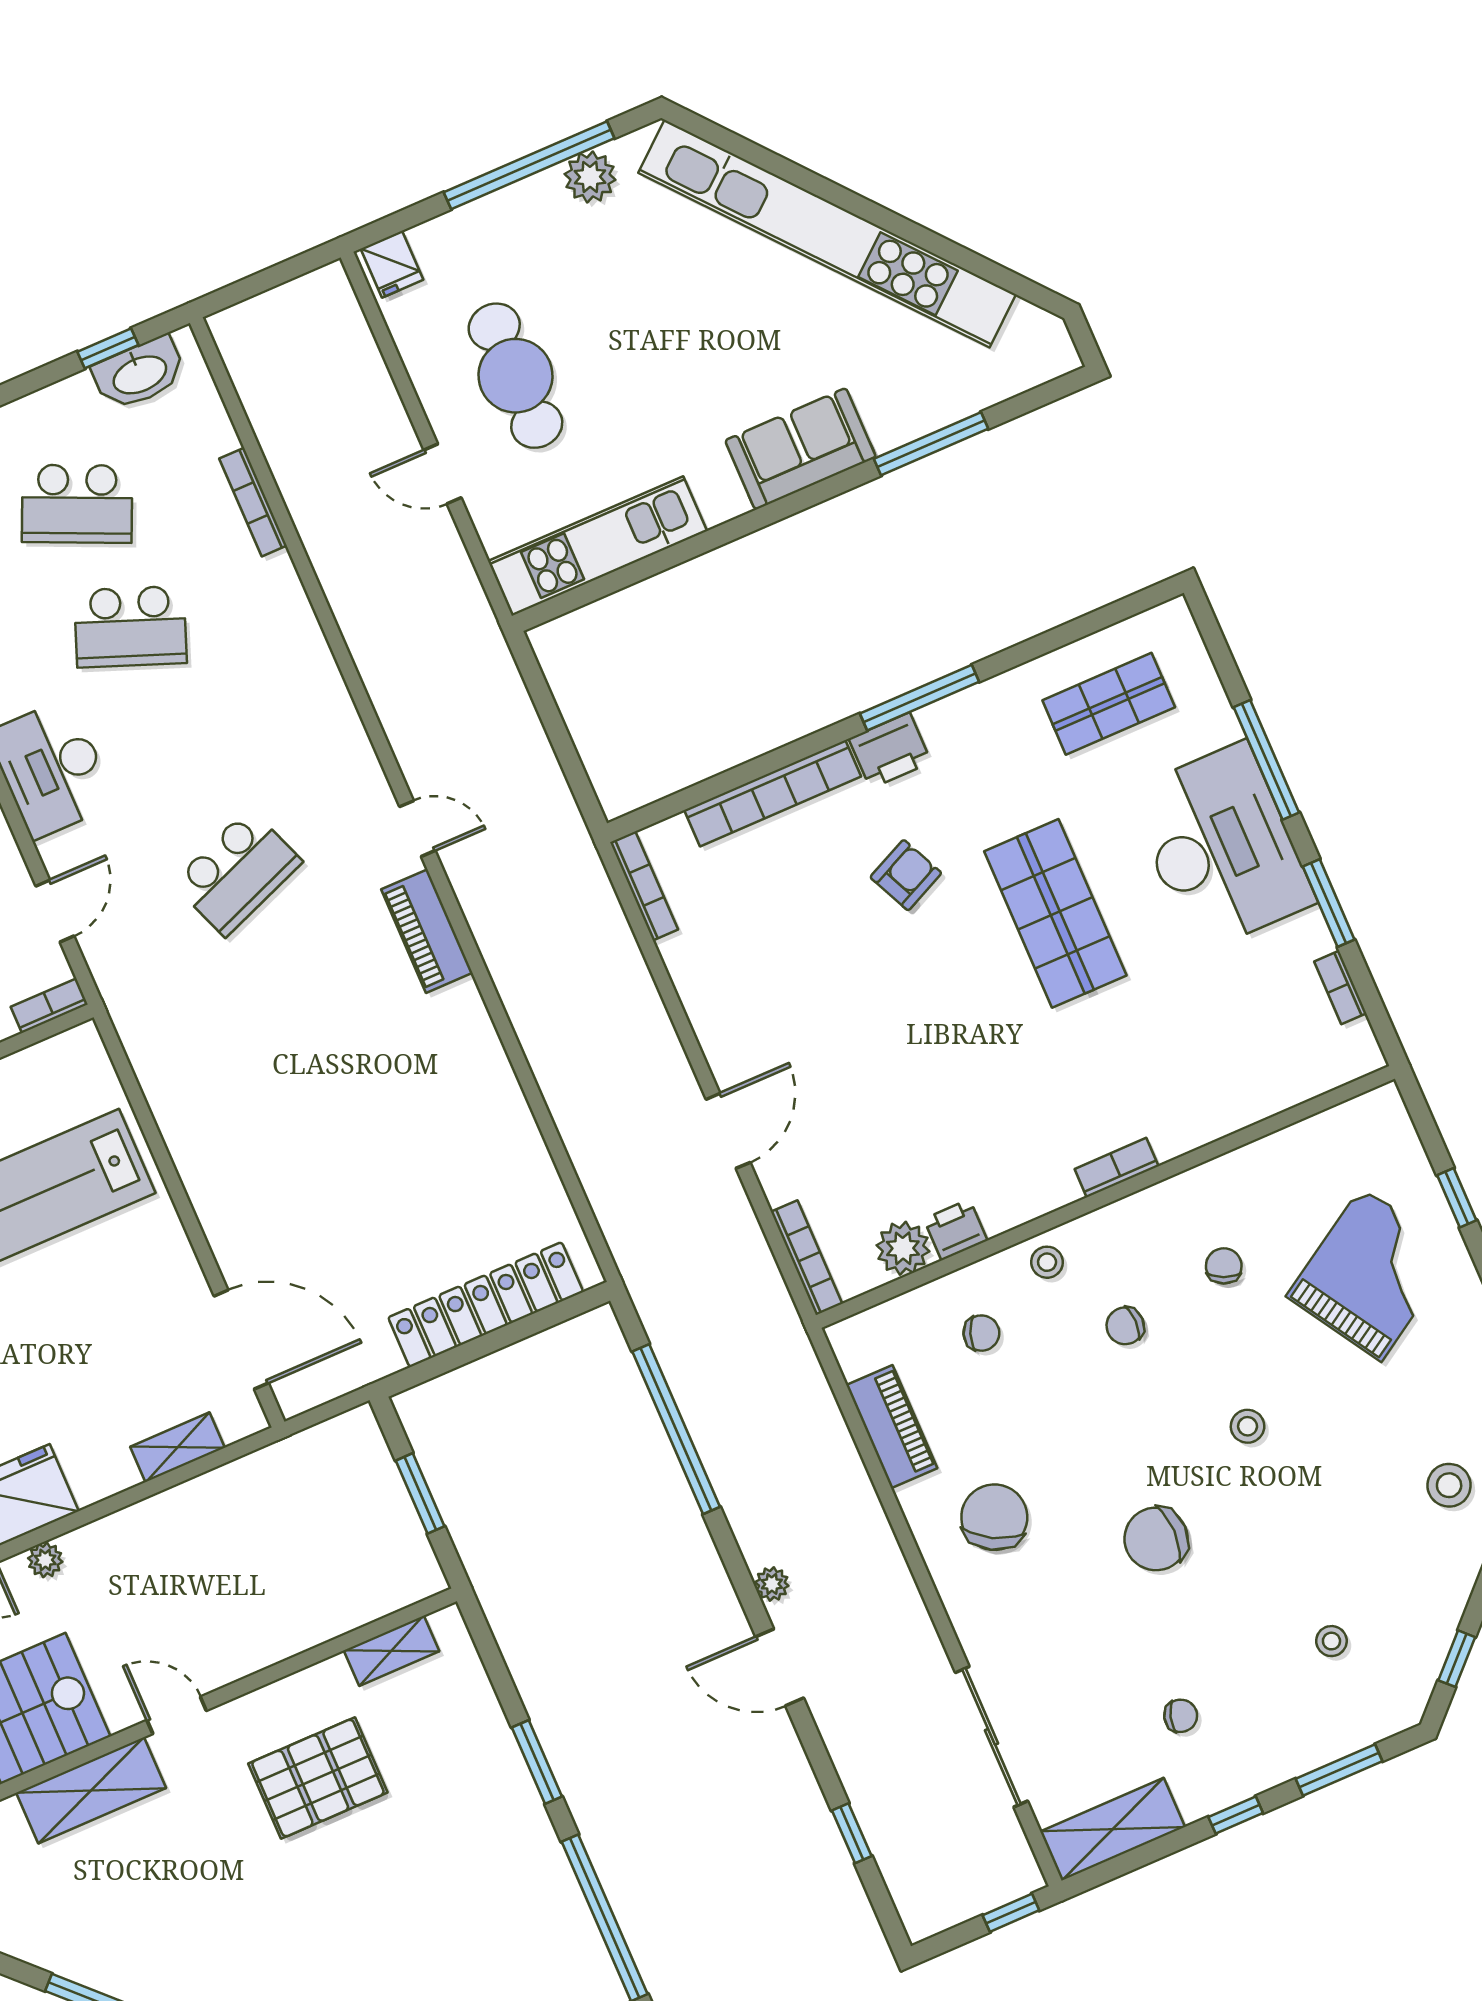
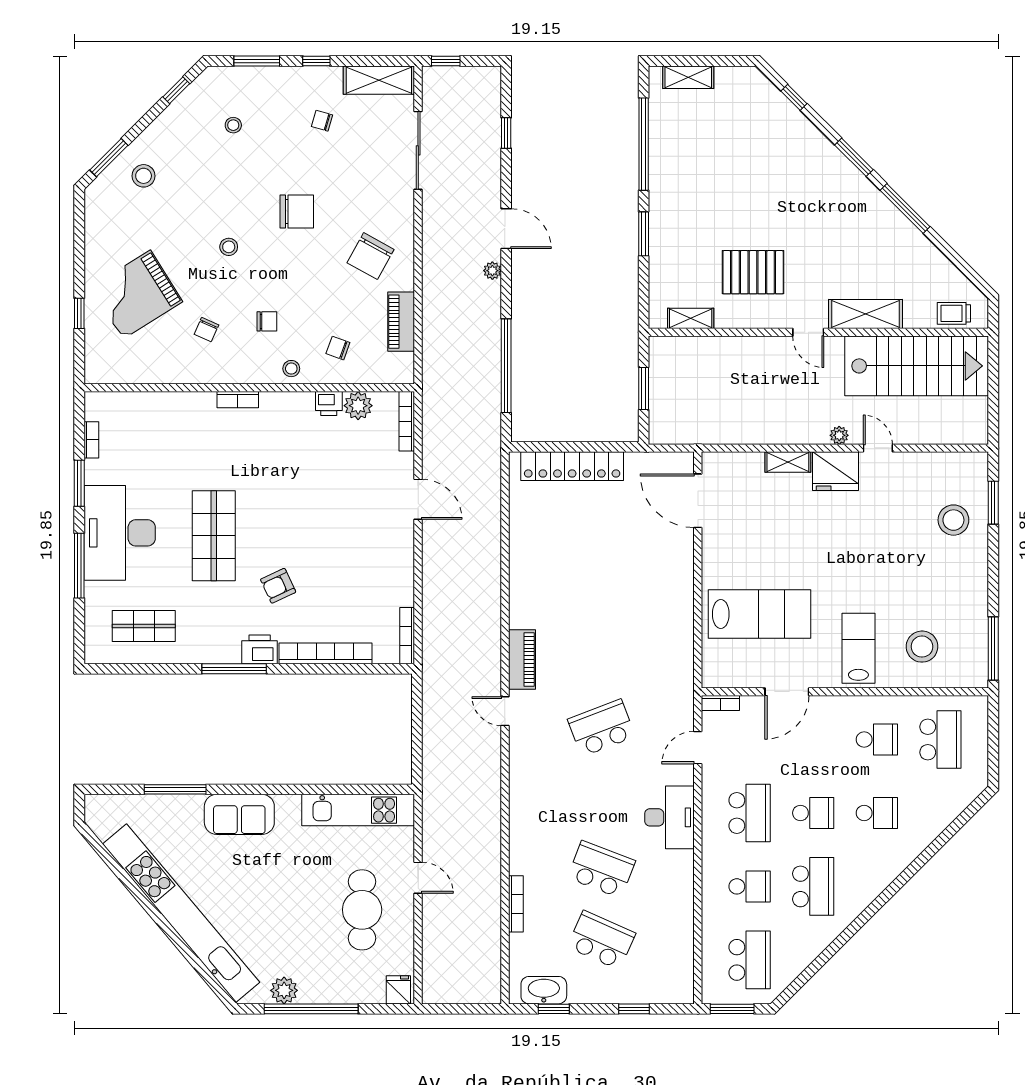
door: (728, 1131) -> (418, 499), swing flipped
shelving: (178, 1447) -> (788, 462), moved

